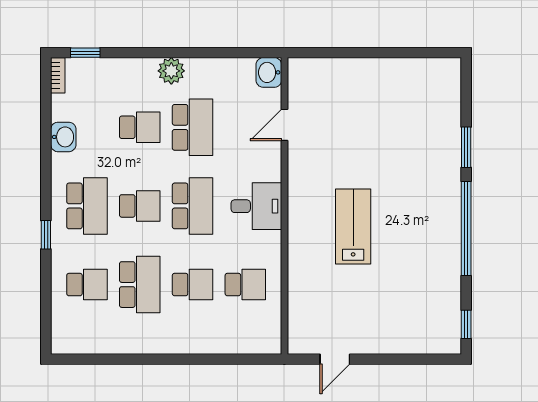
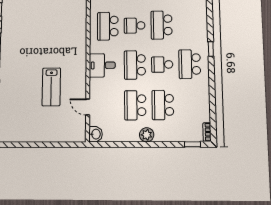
door: (284, 125) -> (88, 107), swing flipped
school desk: (140, 127) -> (163, 105), width x1.85
washbasin: (63, 137) -> (203, 100), removed
lab bench: (353, 227) -> (51, 87), moved
school desk: (87, 285) -> (189, 24), removed
school desk: (245, 285) -> (108, 26), width x1.85

